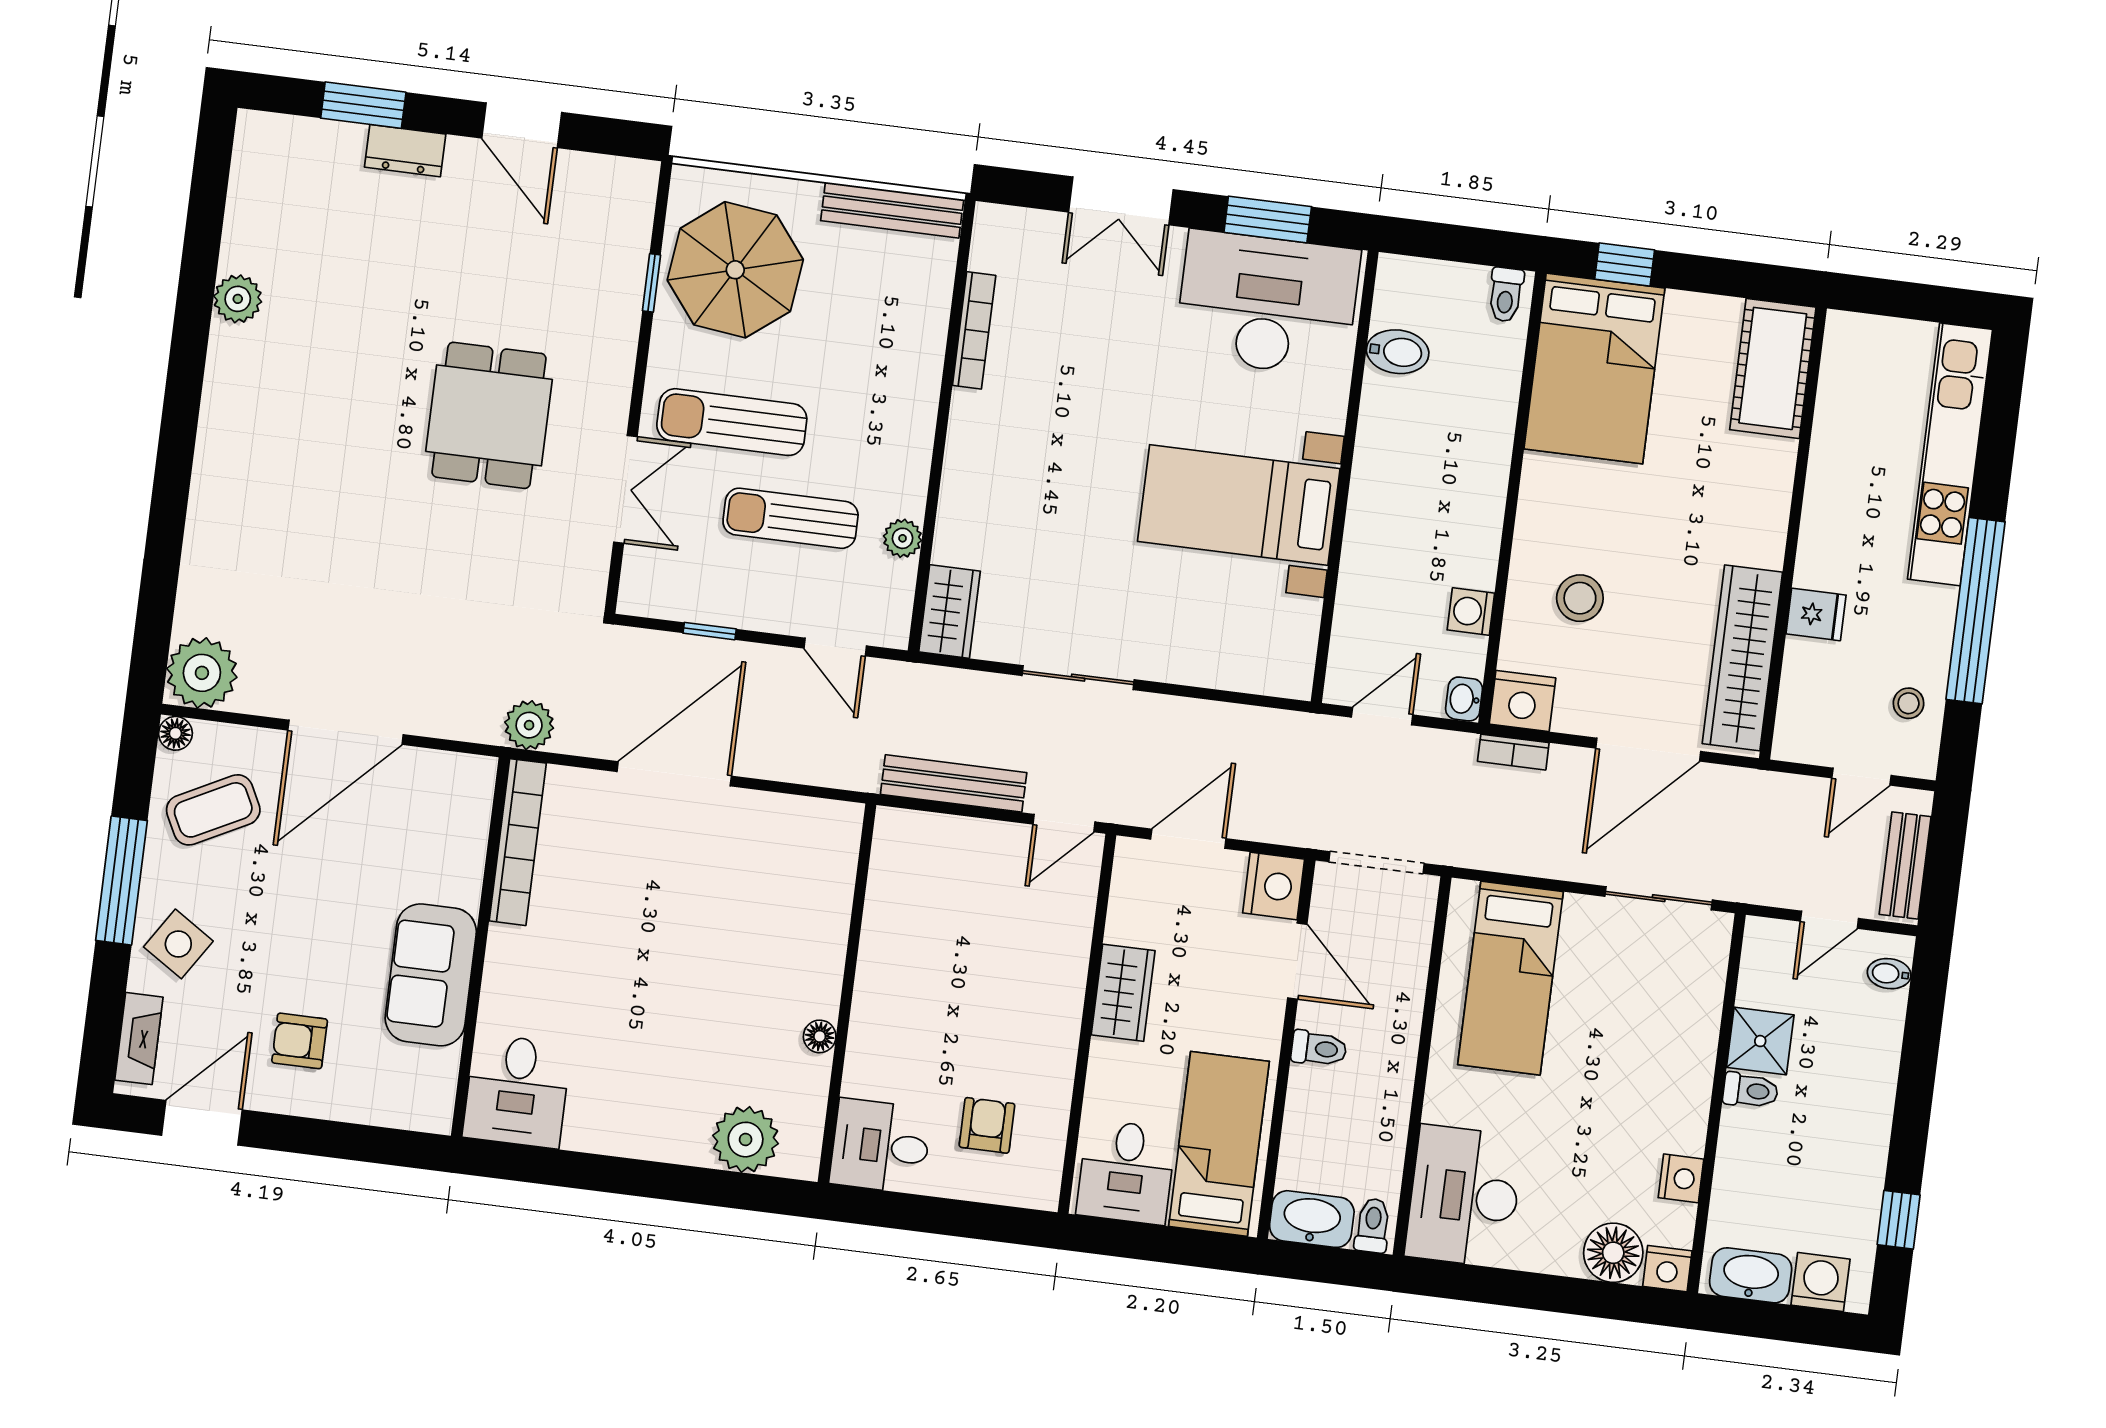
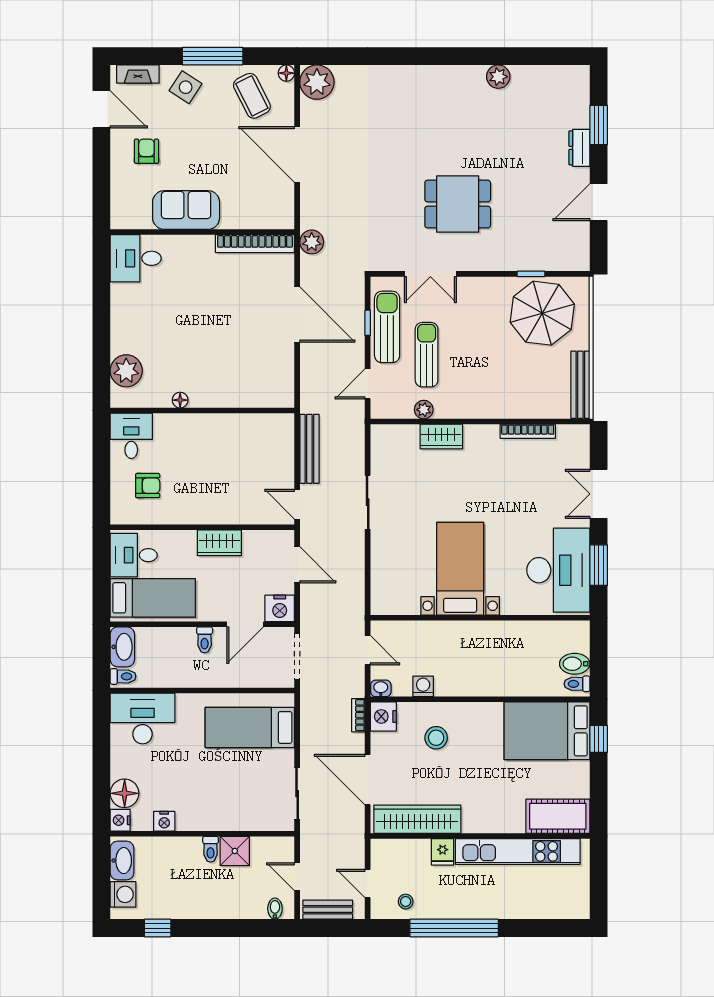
bidet: (1398, 352) -> (575, 664), moved, turned 90
sun lounger: (732, 422) -> (387, 327), moved
kitchen unit: (1950, 454) -> (518, 851), moved, turned 180
wardrobe: (949, 612) -> (441, 437), moved

